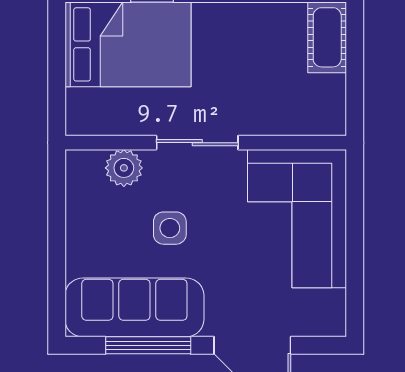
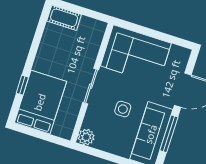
plant: (124, 168) -> (86, 137), moved

